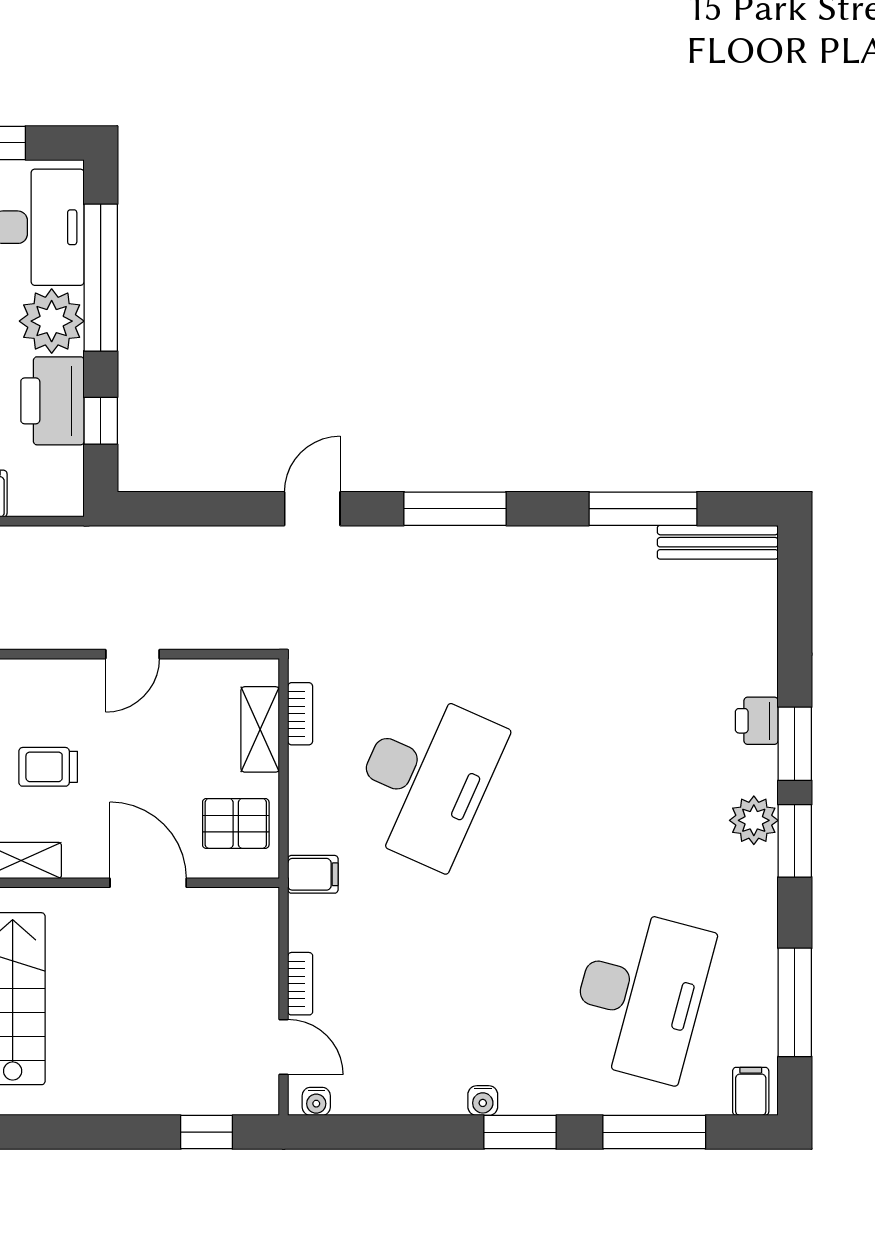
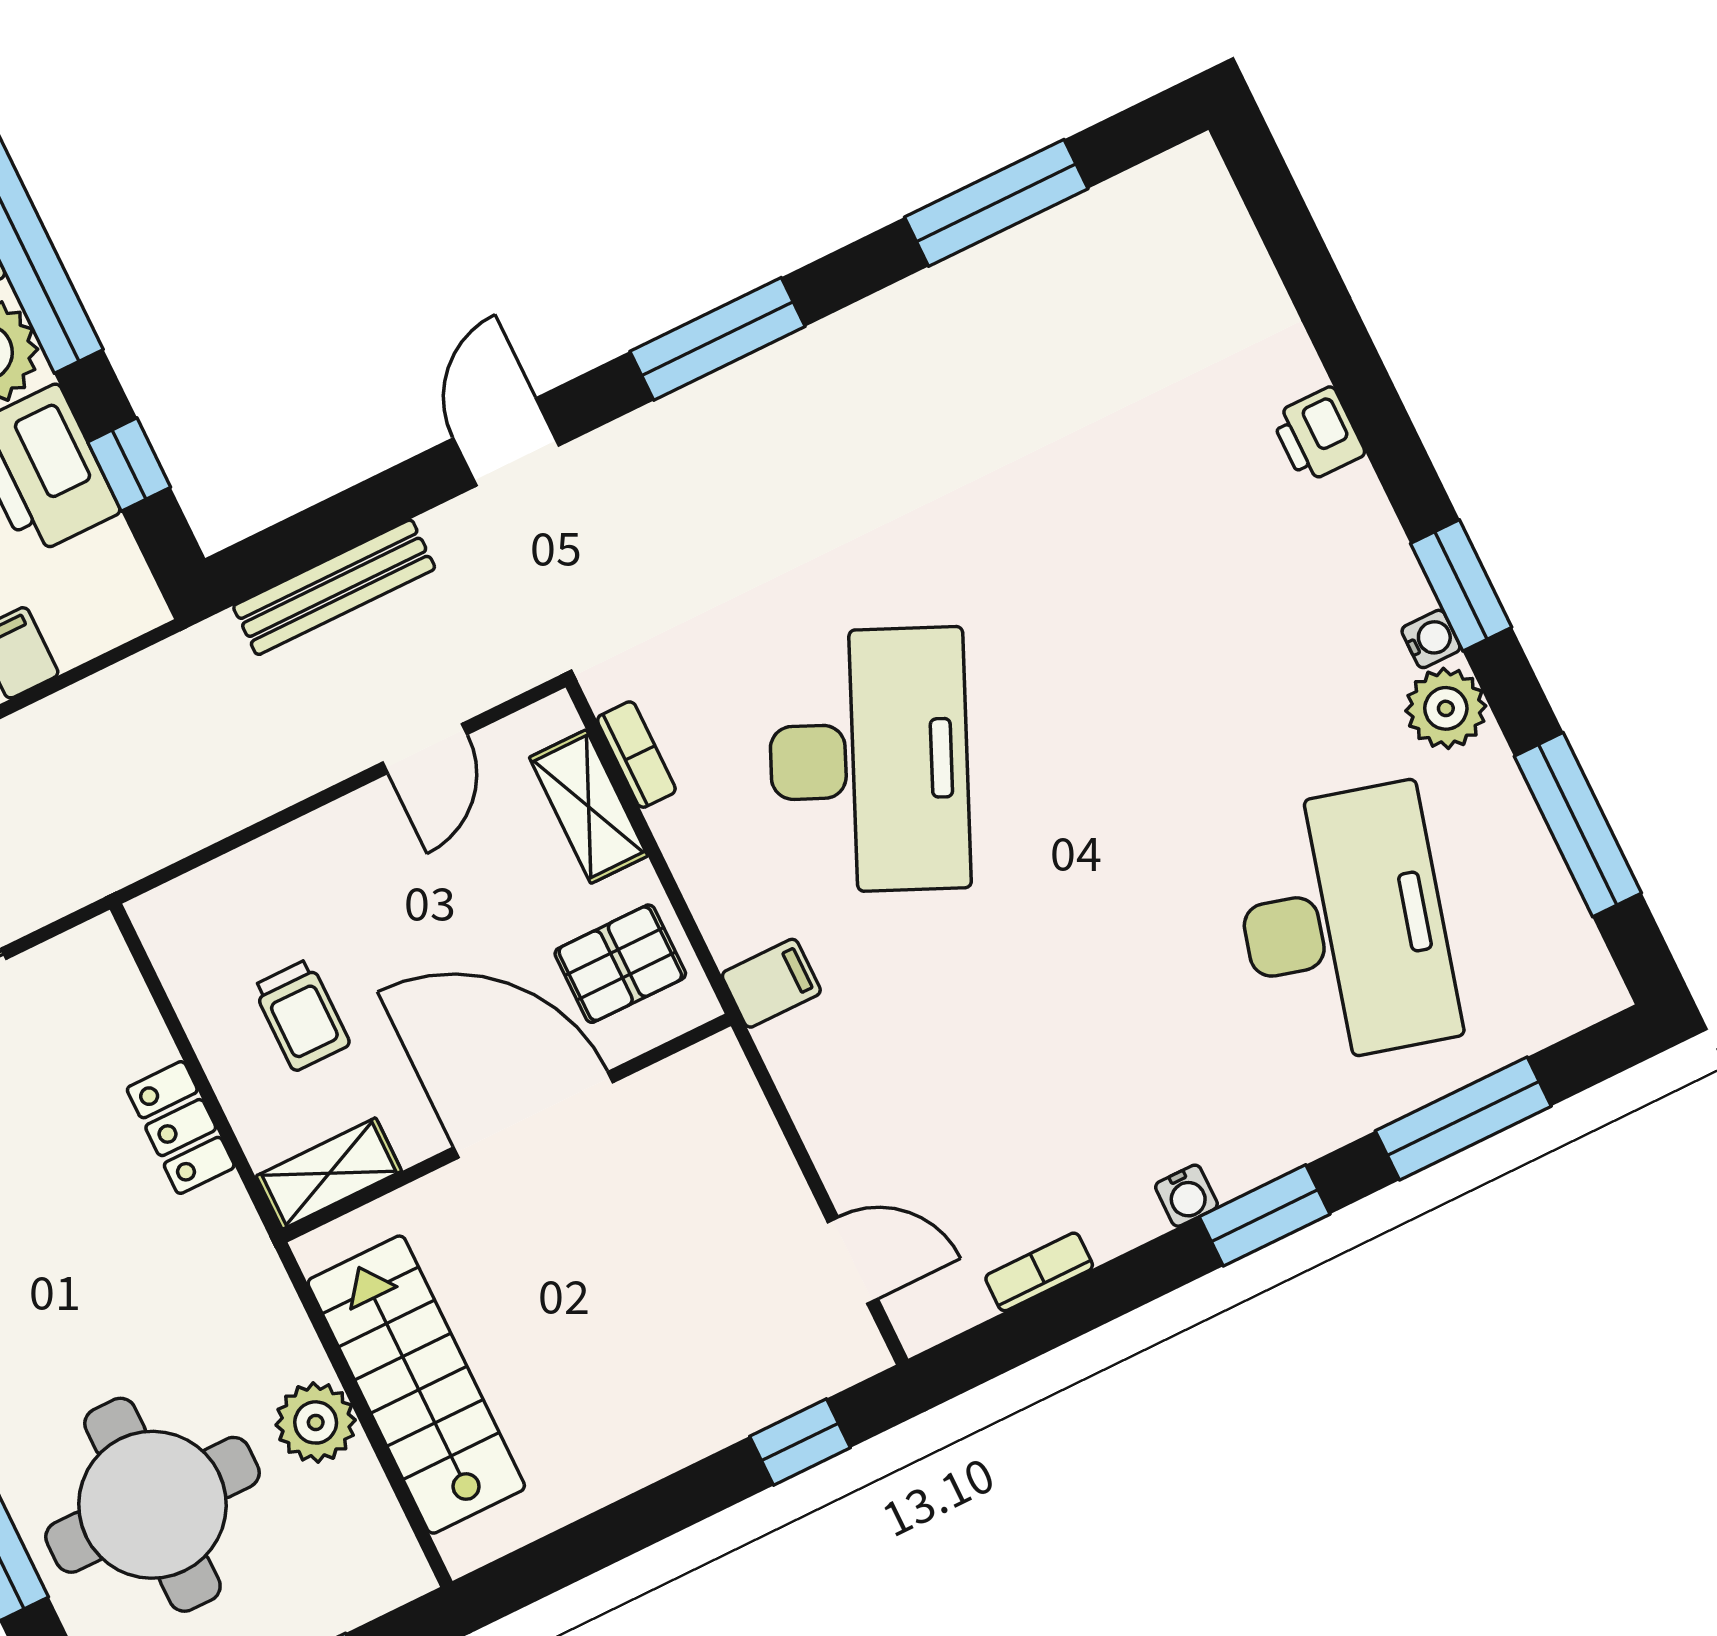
bench: (718, 542) -> (334, 587), moved
door: (133, 654) -> (425, 748), moved
window: (795, 744) -> (1391, 442), removed
trolley: (48, 767) -> (301, 1015), turned -90
plant: (754, 820) -> (1446, 708), moved
door: (148, 883) -> (533, 1115), width x1.36
bookcase: (300, 984) -> (1039, 1272), moved, turned -90
filing cabinet: (751, 1091) -> (1577, 988), removed
water cooler: (316, 1101) -> (1431, 639), moved, turned -90

